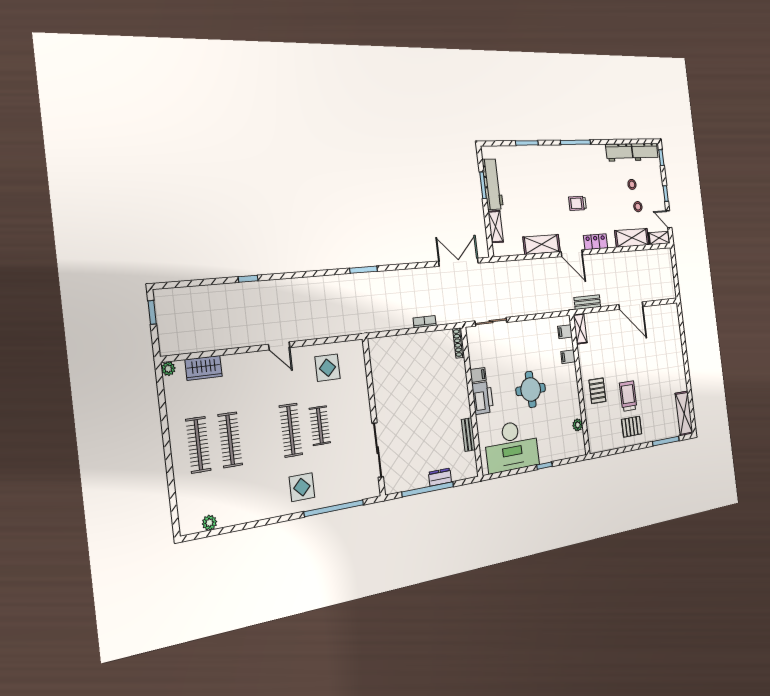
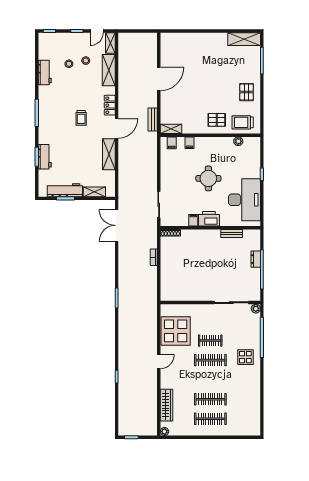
workbench: (645, 152) -> (45, 157), moved
wardrobe: (204, 368) -> (167, 405), width x1.50
display table: (327, 368) -> (176, 331), width x1.86, depth x1.86
trolley: (628, 396) -> (243, 122), moved
plant: (209, 523) -> (256, 309), moved

